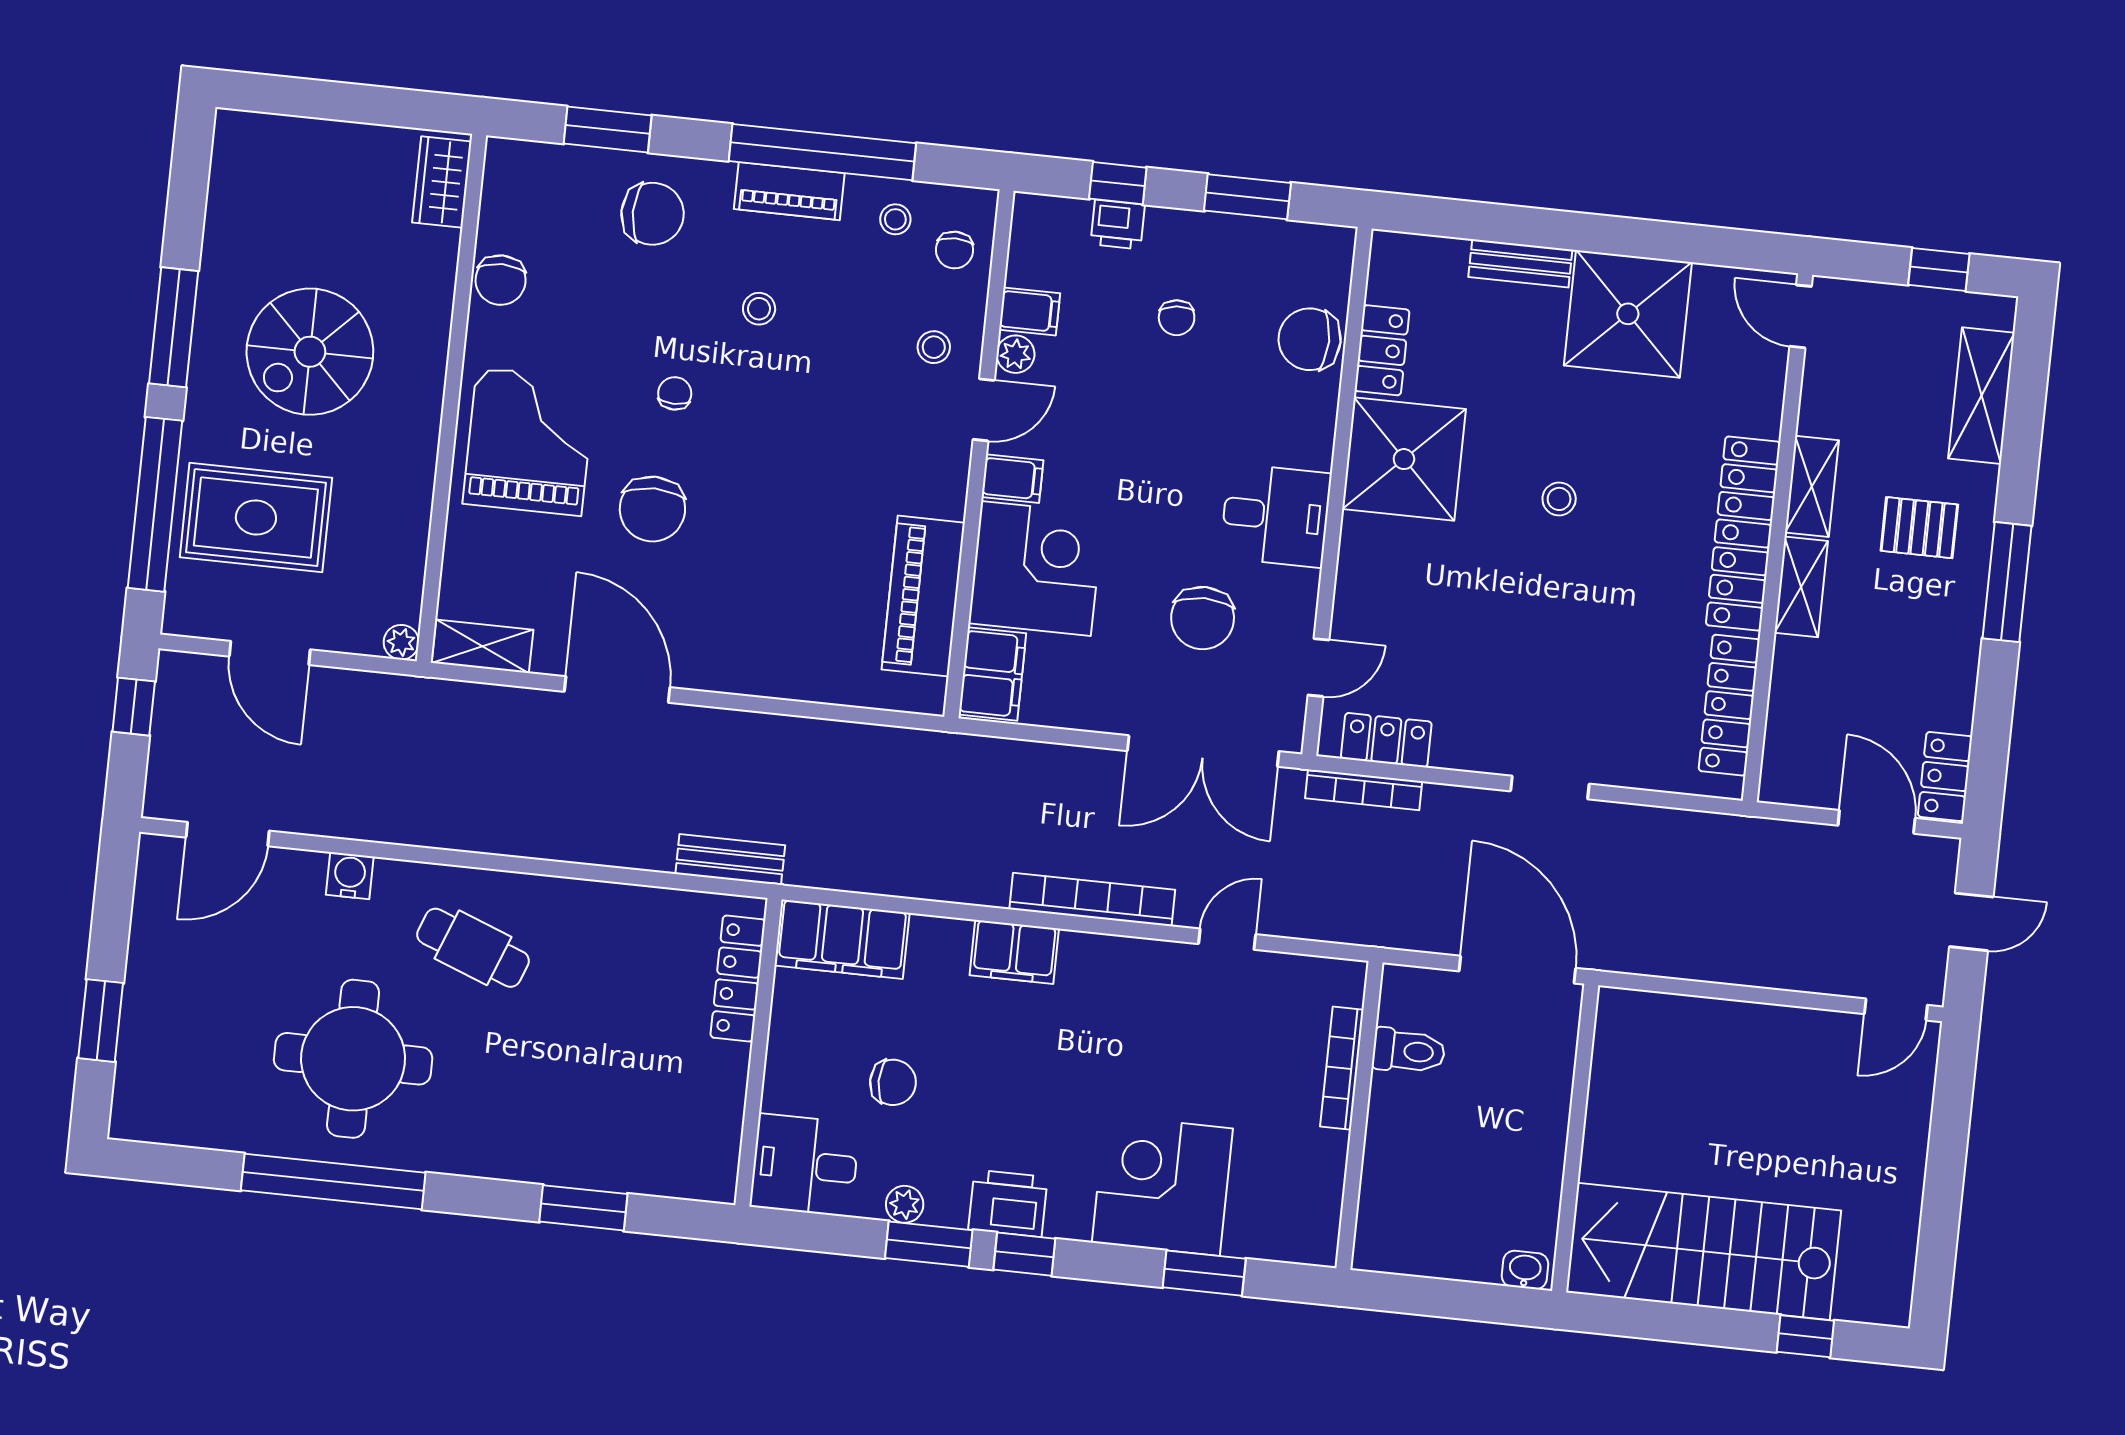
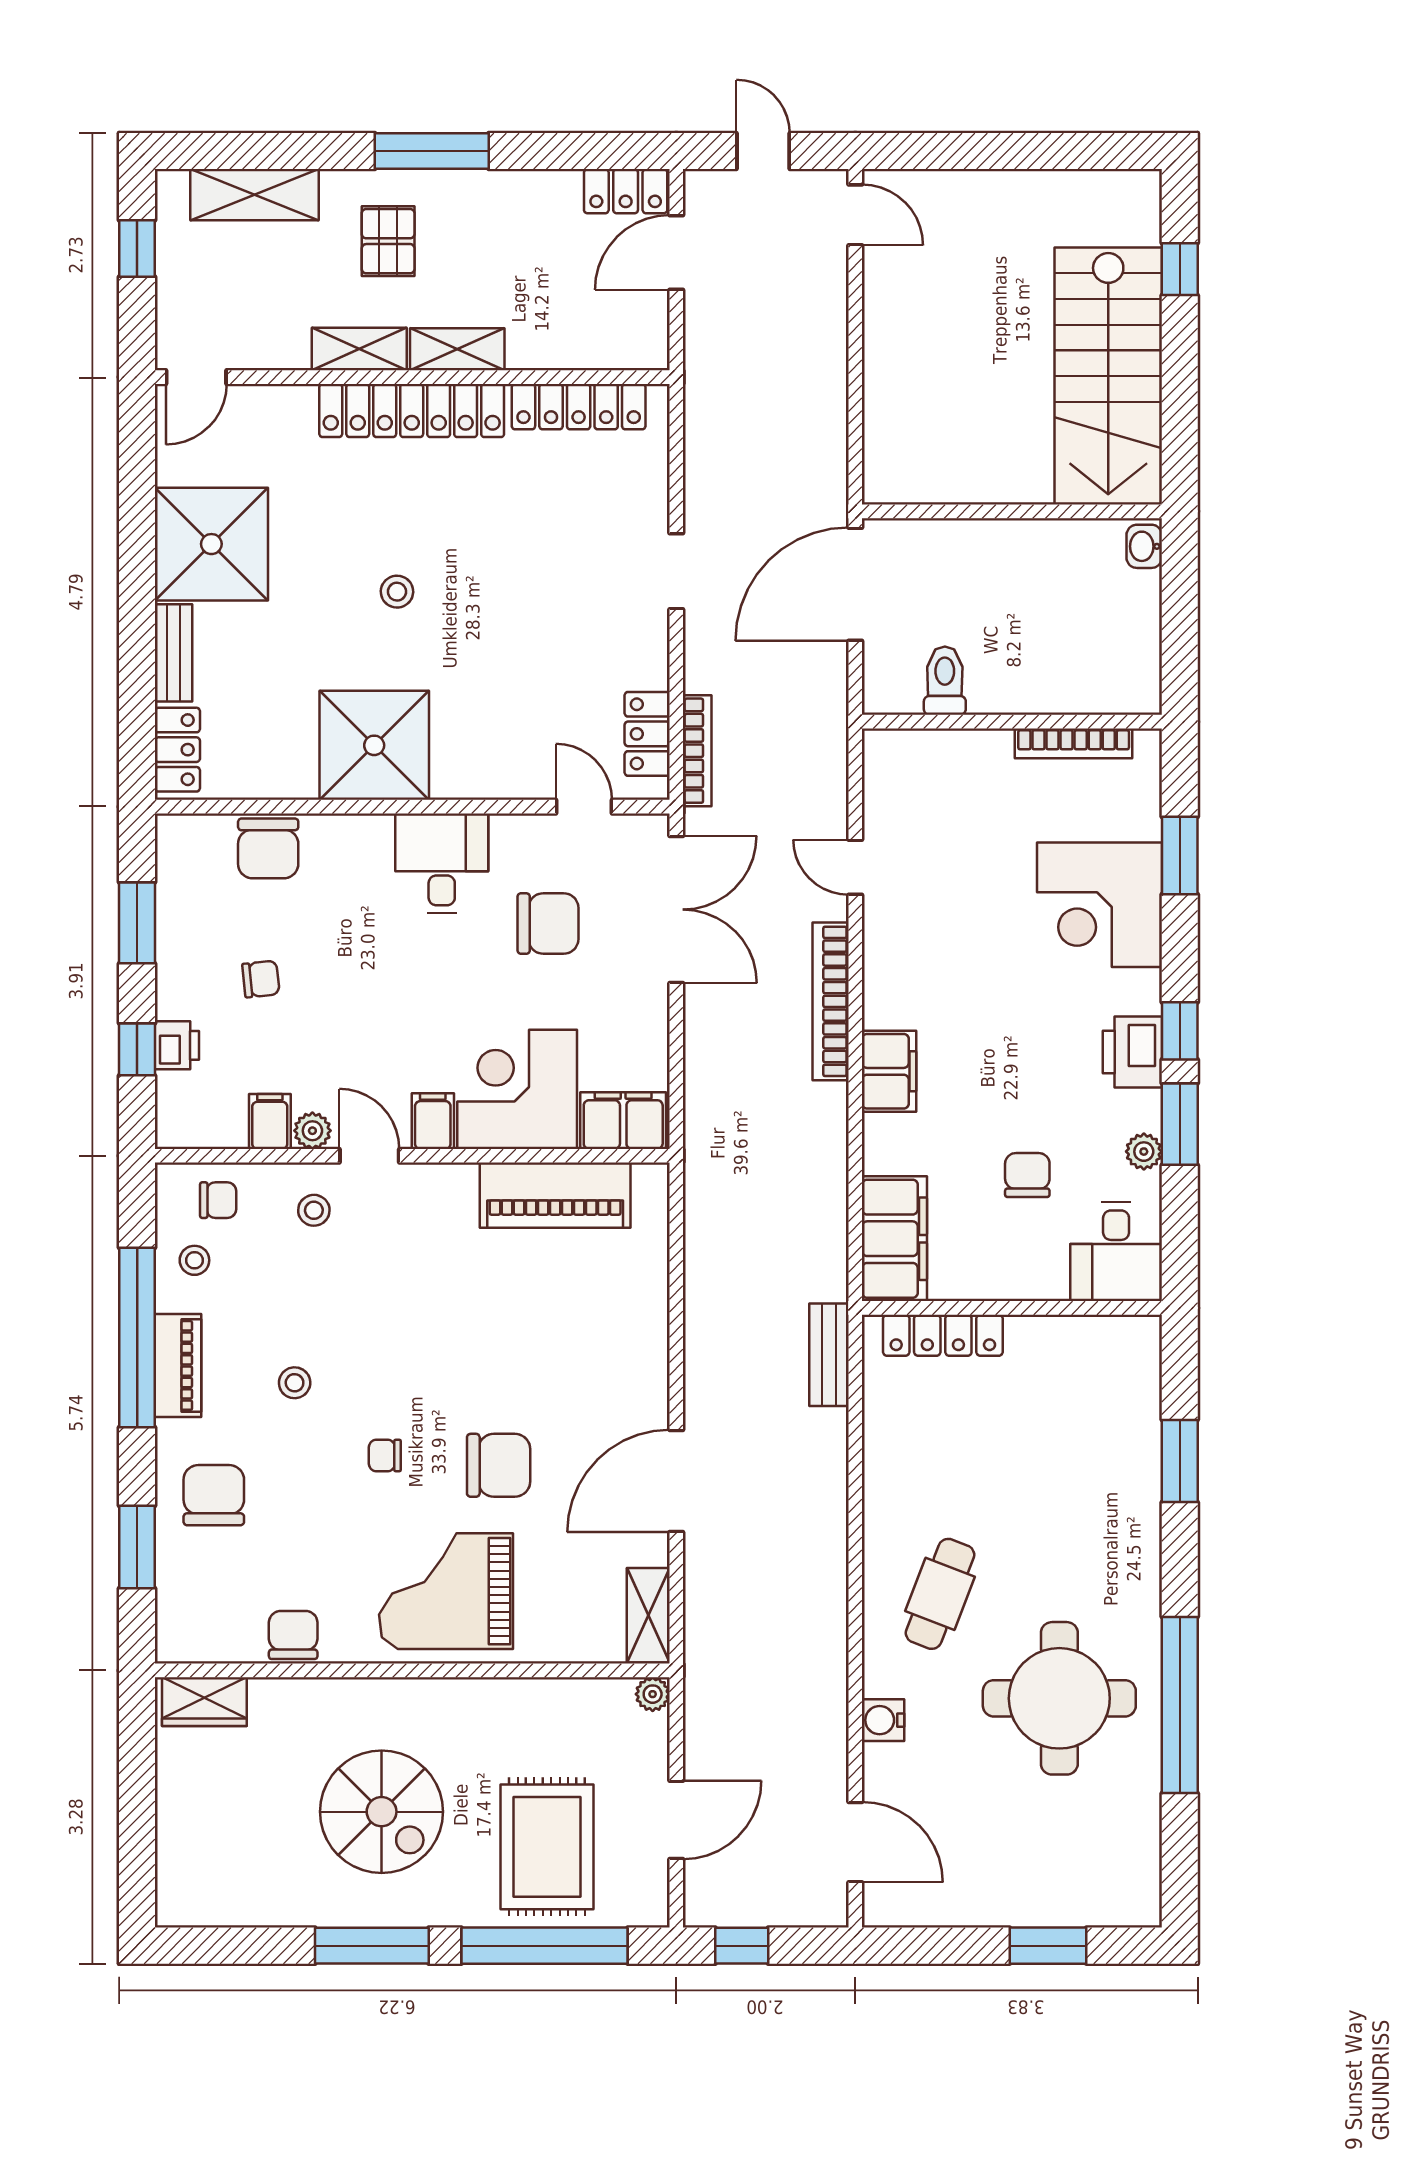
chair: (501, 280) -> (293, 1635), turned -90
locker: (1382, 350) -> (177, 750), moved, turned 90
bookcase: (1342, 1068) -> (1074, 743), moved

